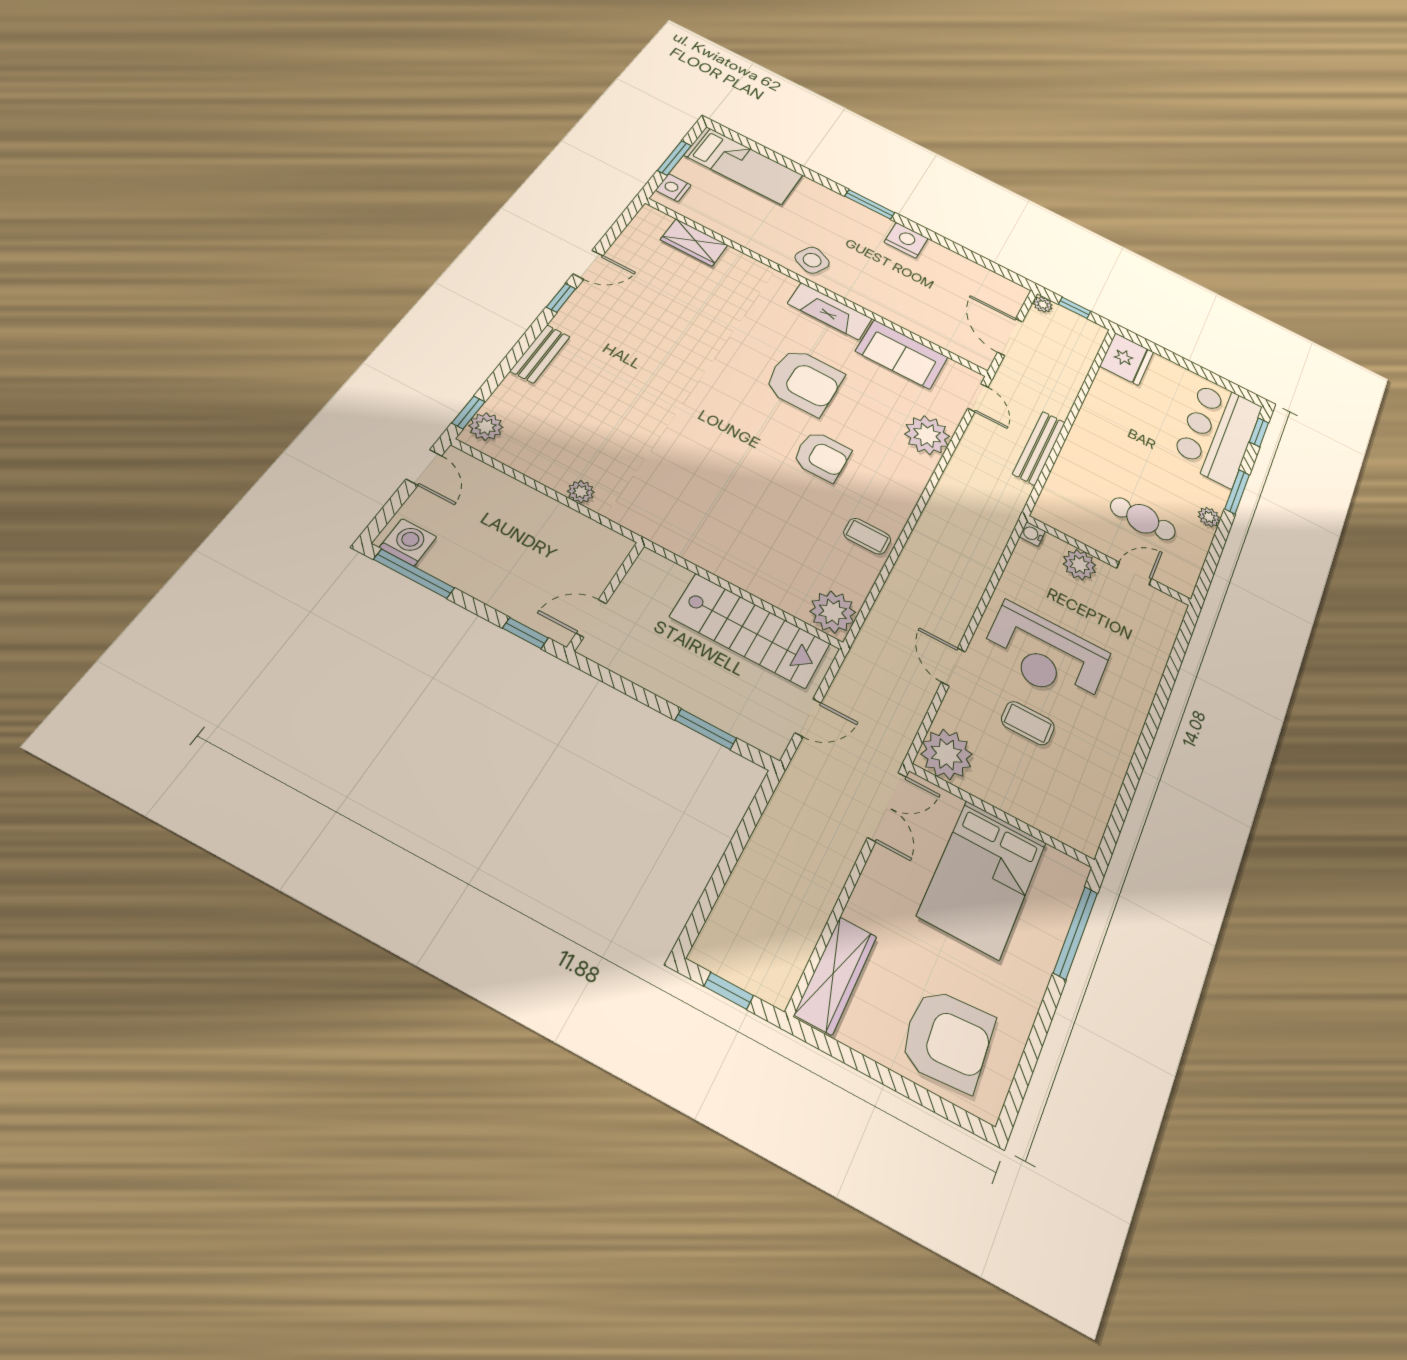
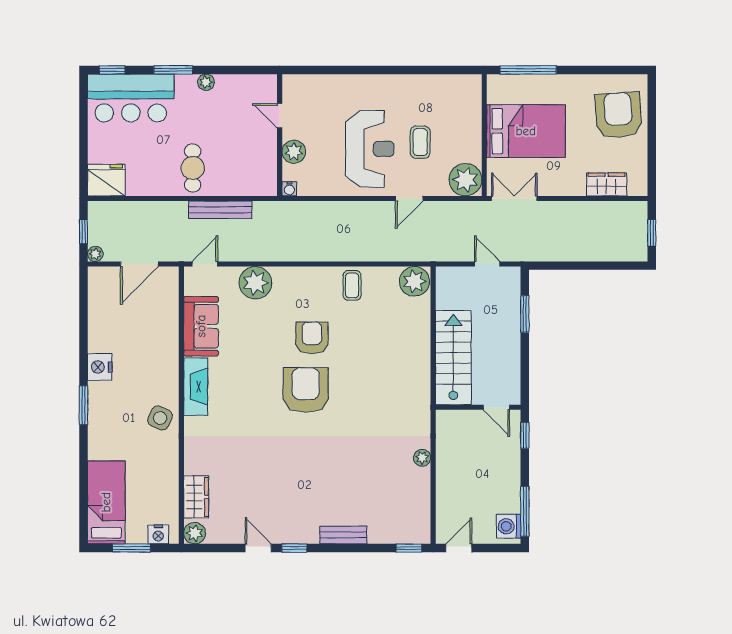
armchair: (804, 381) -> (306, 390), moved
plant: (486, 427) -> (195, 533), moved
cafe table: (1143, 519) -> (193, 168), moved
stairs: (750, 630) -> (453, 358), moved
wardrobe: (836, 975) -> (607, 184), width x0.67

